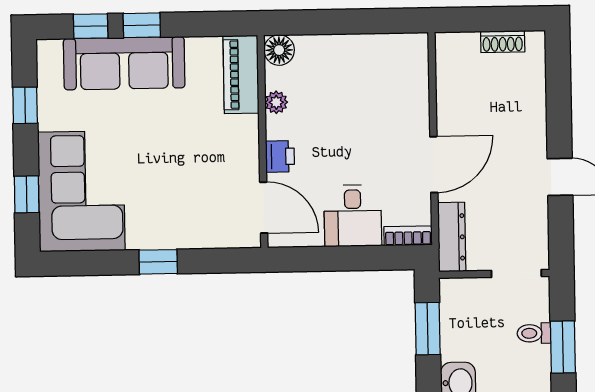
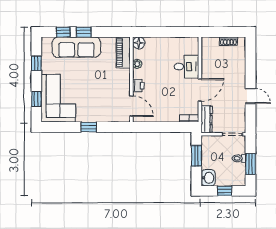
desk: (353, 216) -> (186, 67), moved, turned -90

